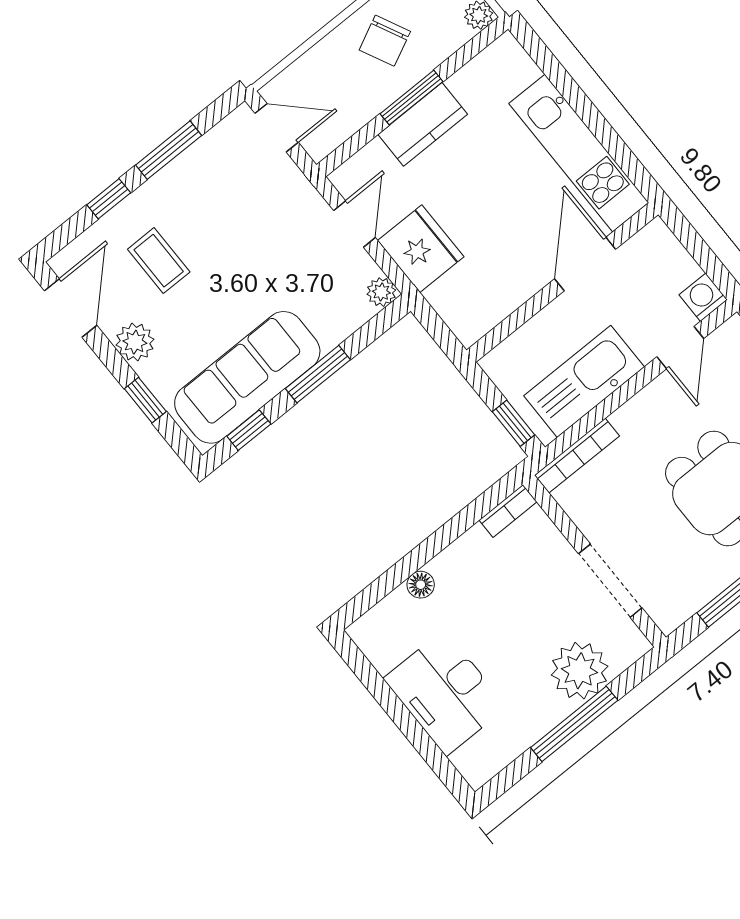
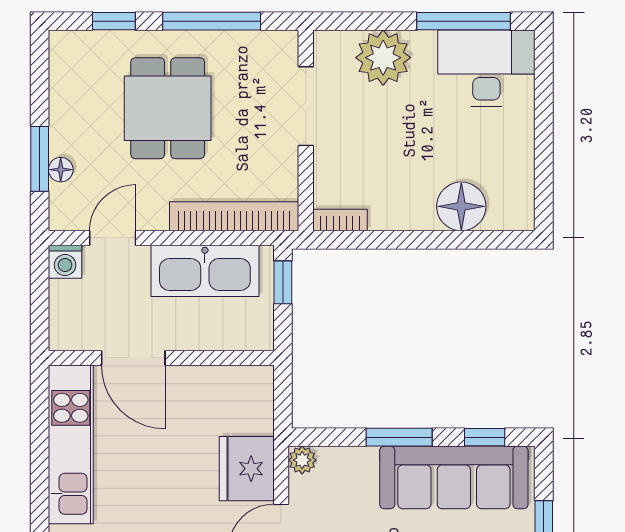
door: (585, 264) -> (133, 358), hinge flipped
bookcase: (577, 456) -> (234, 216), width x1.48, depth x1.31
floor lamp: (421, 585) -> (461, 206), width x1.89, depth x1.89
desk: (445, 693) -> (486, 68), moved, turned -90
window: (574, 724) -> (464, 21), moved

